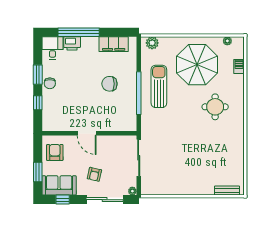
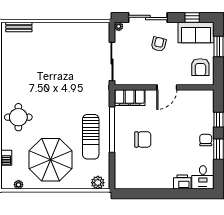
window: (79, 32) -> (175, 194), removed
filing cabinet: (114, 44) -> (130, 98), moved, turned 180
round table: (215, 107) -> (18, 117), moved
door: (87, 133) -> (167, 87), swing flipped

